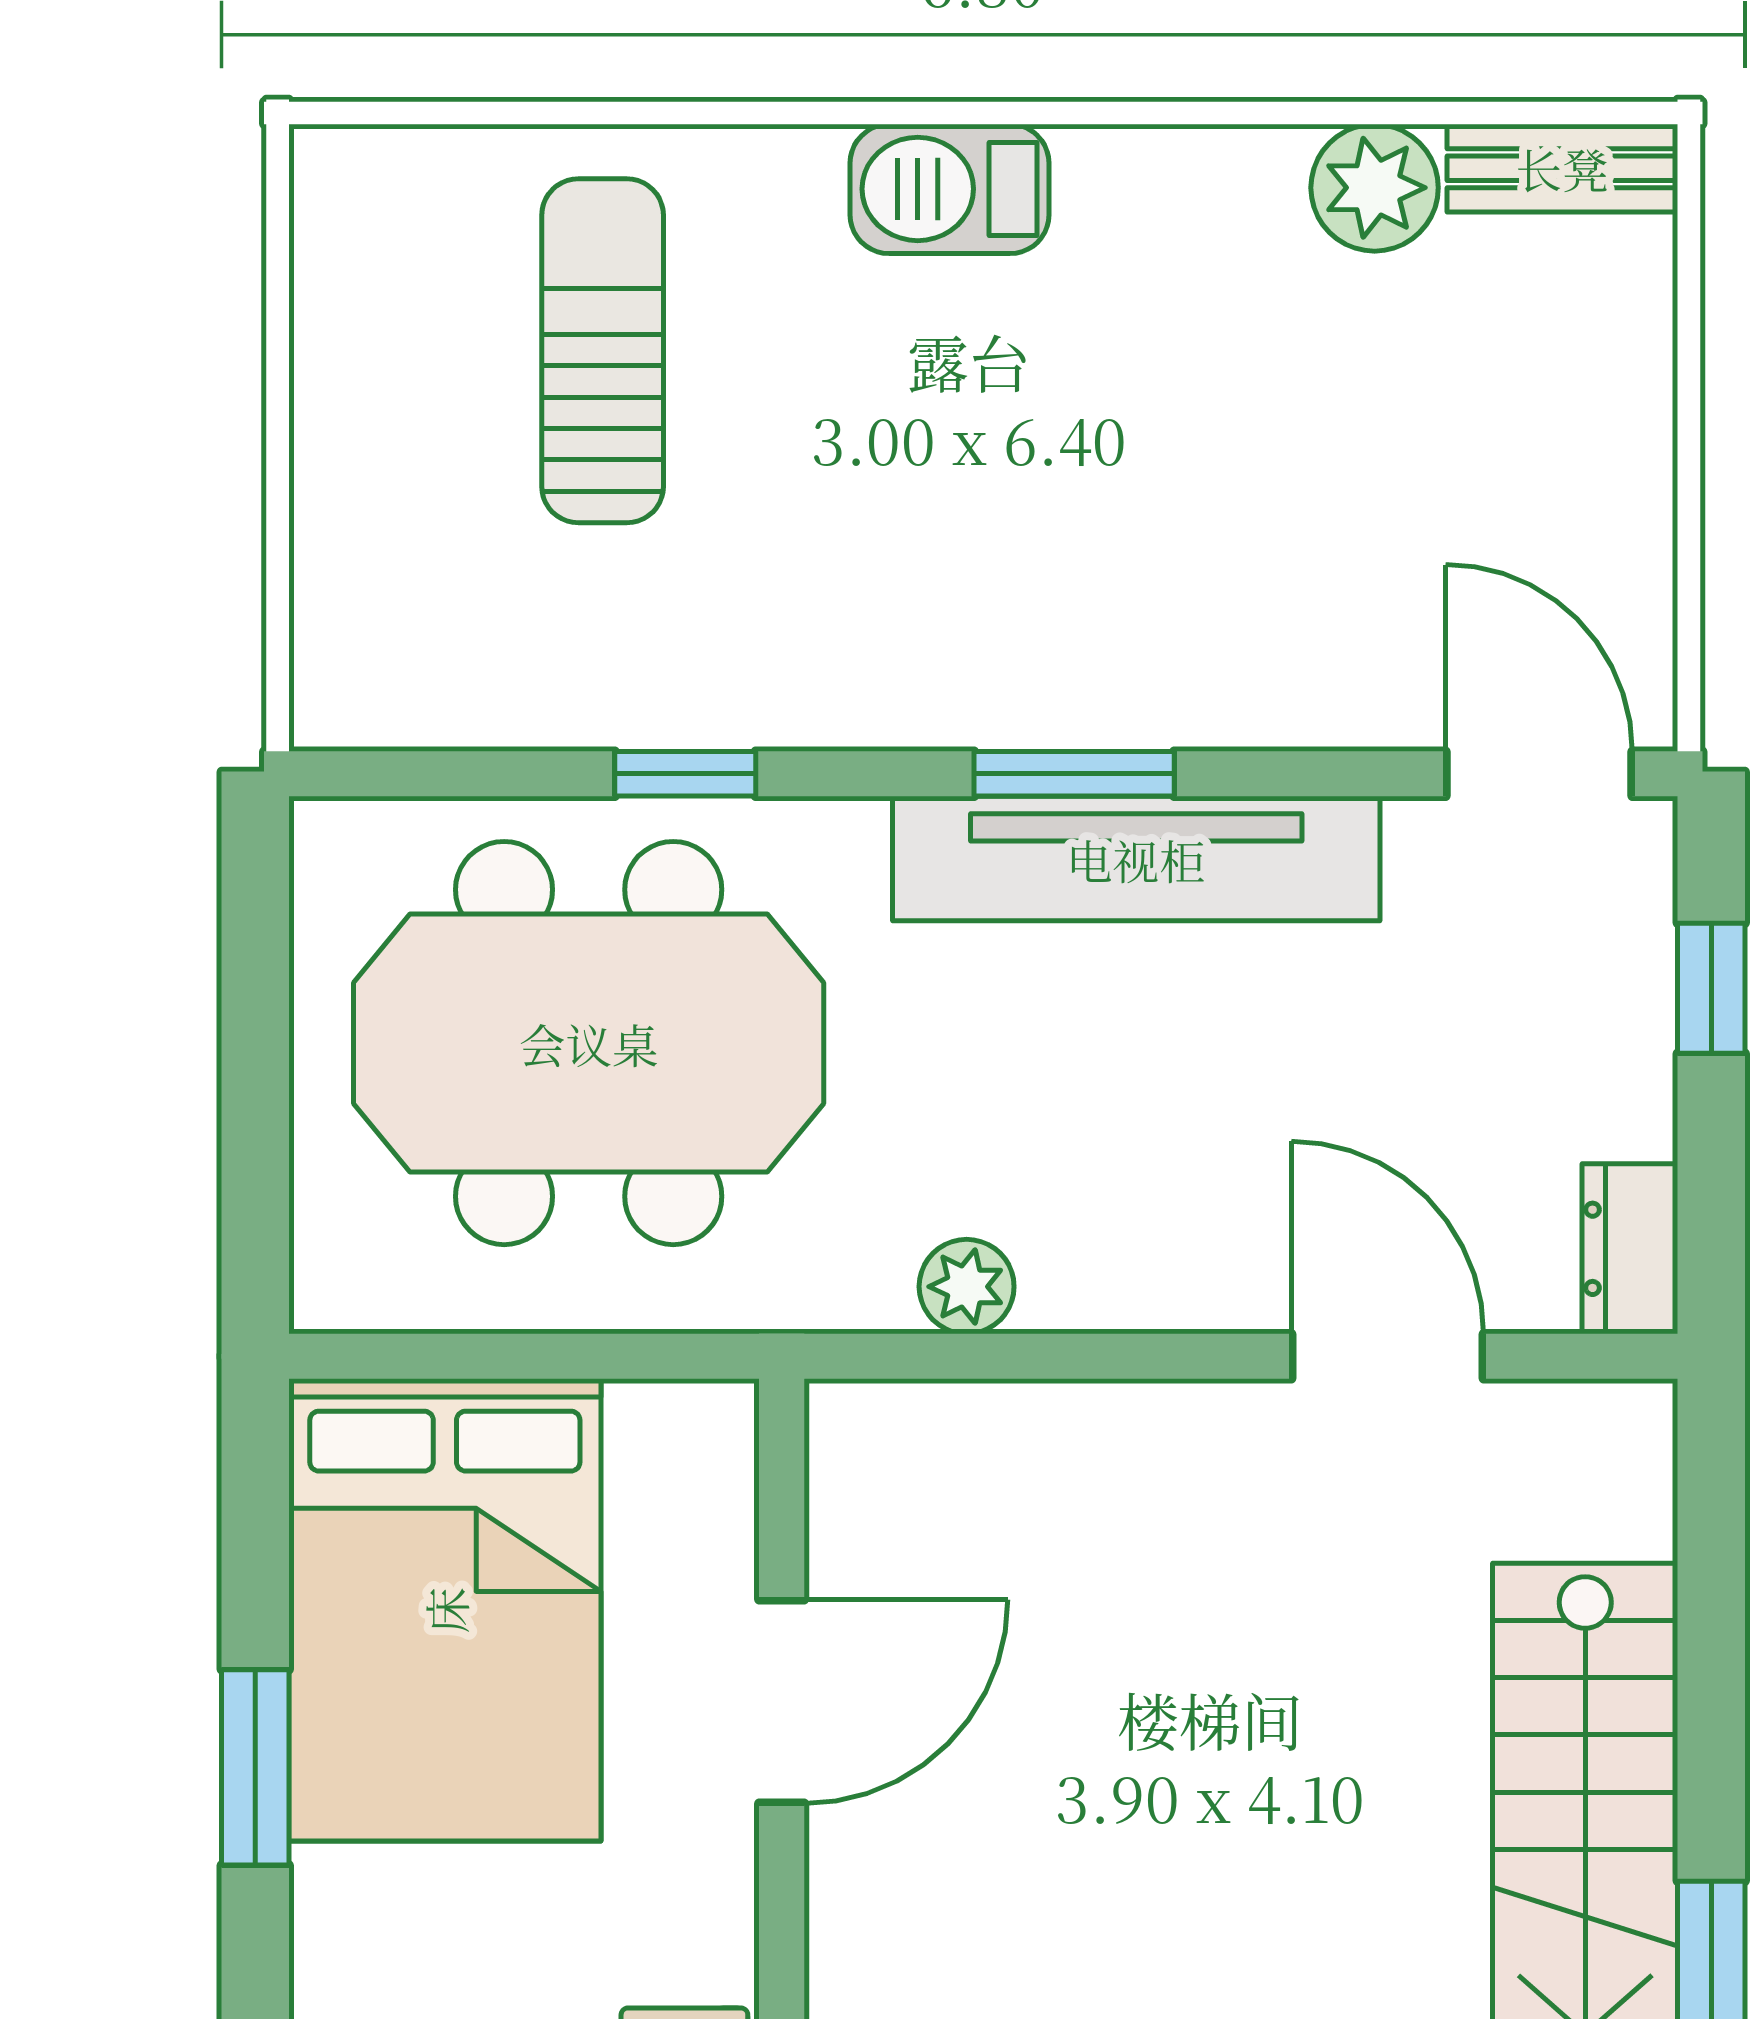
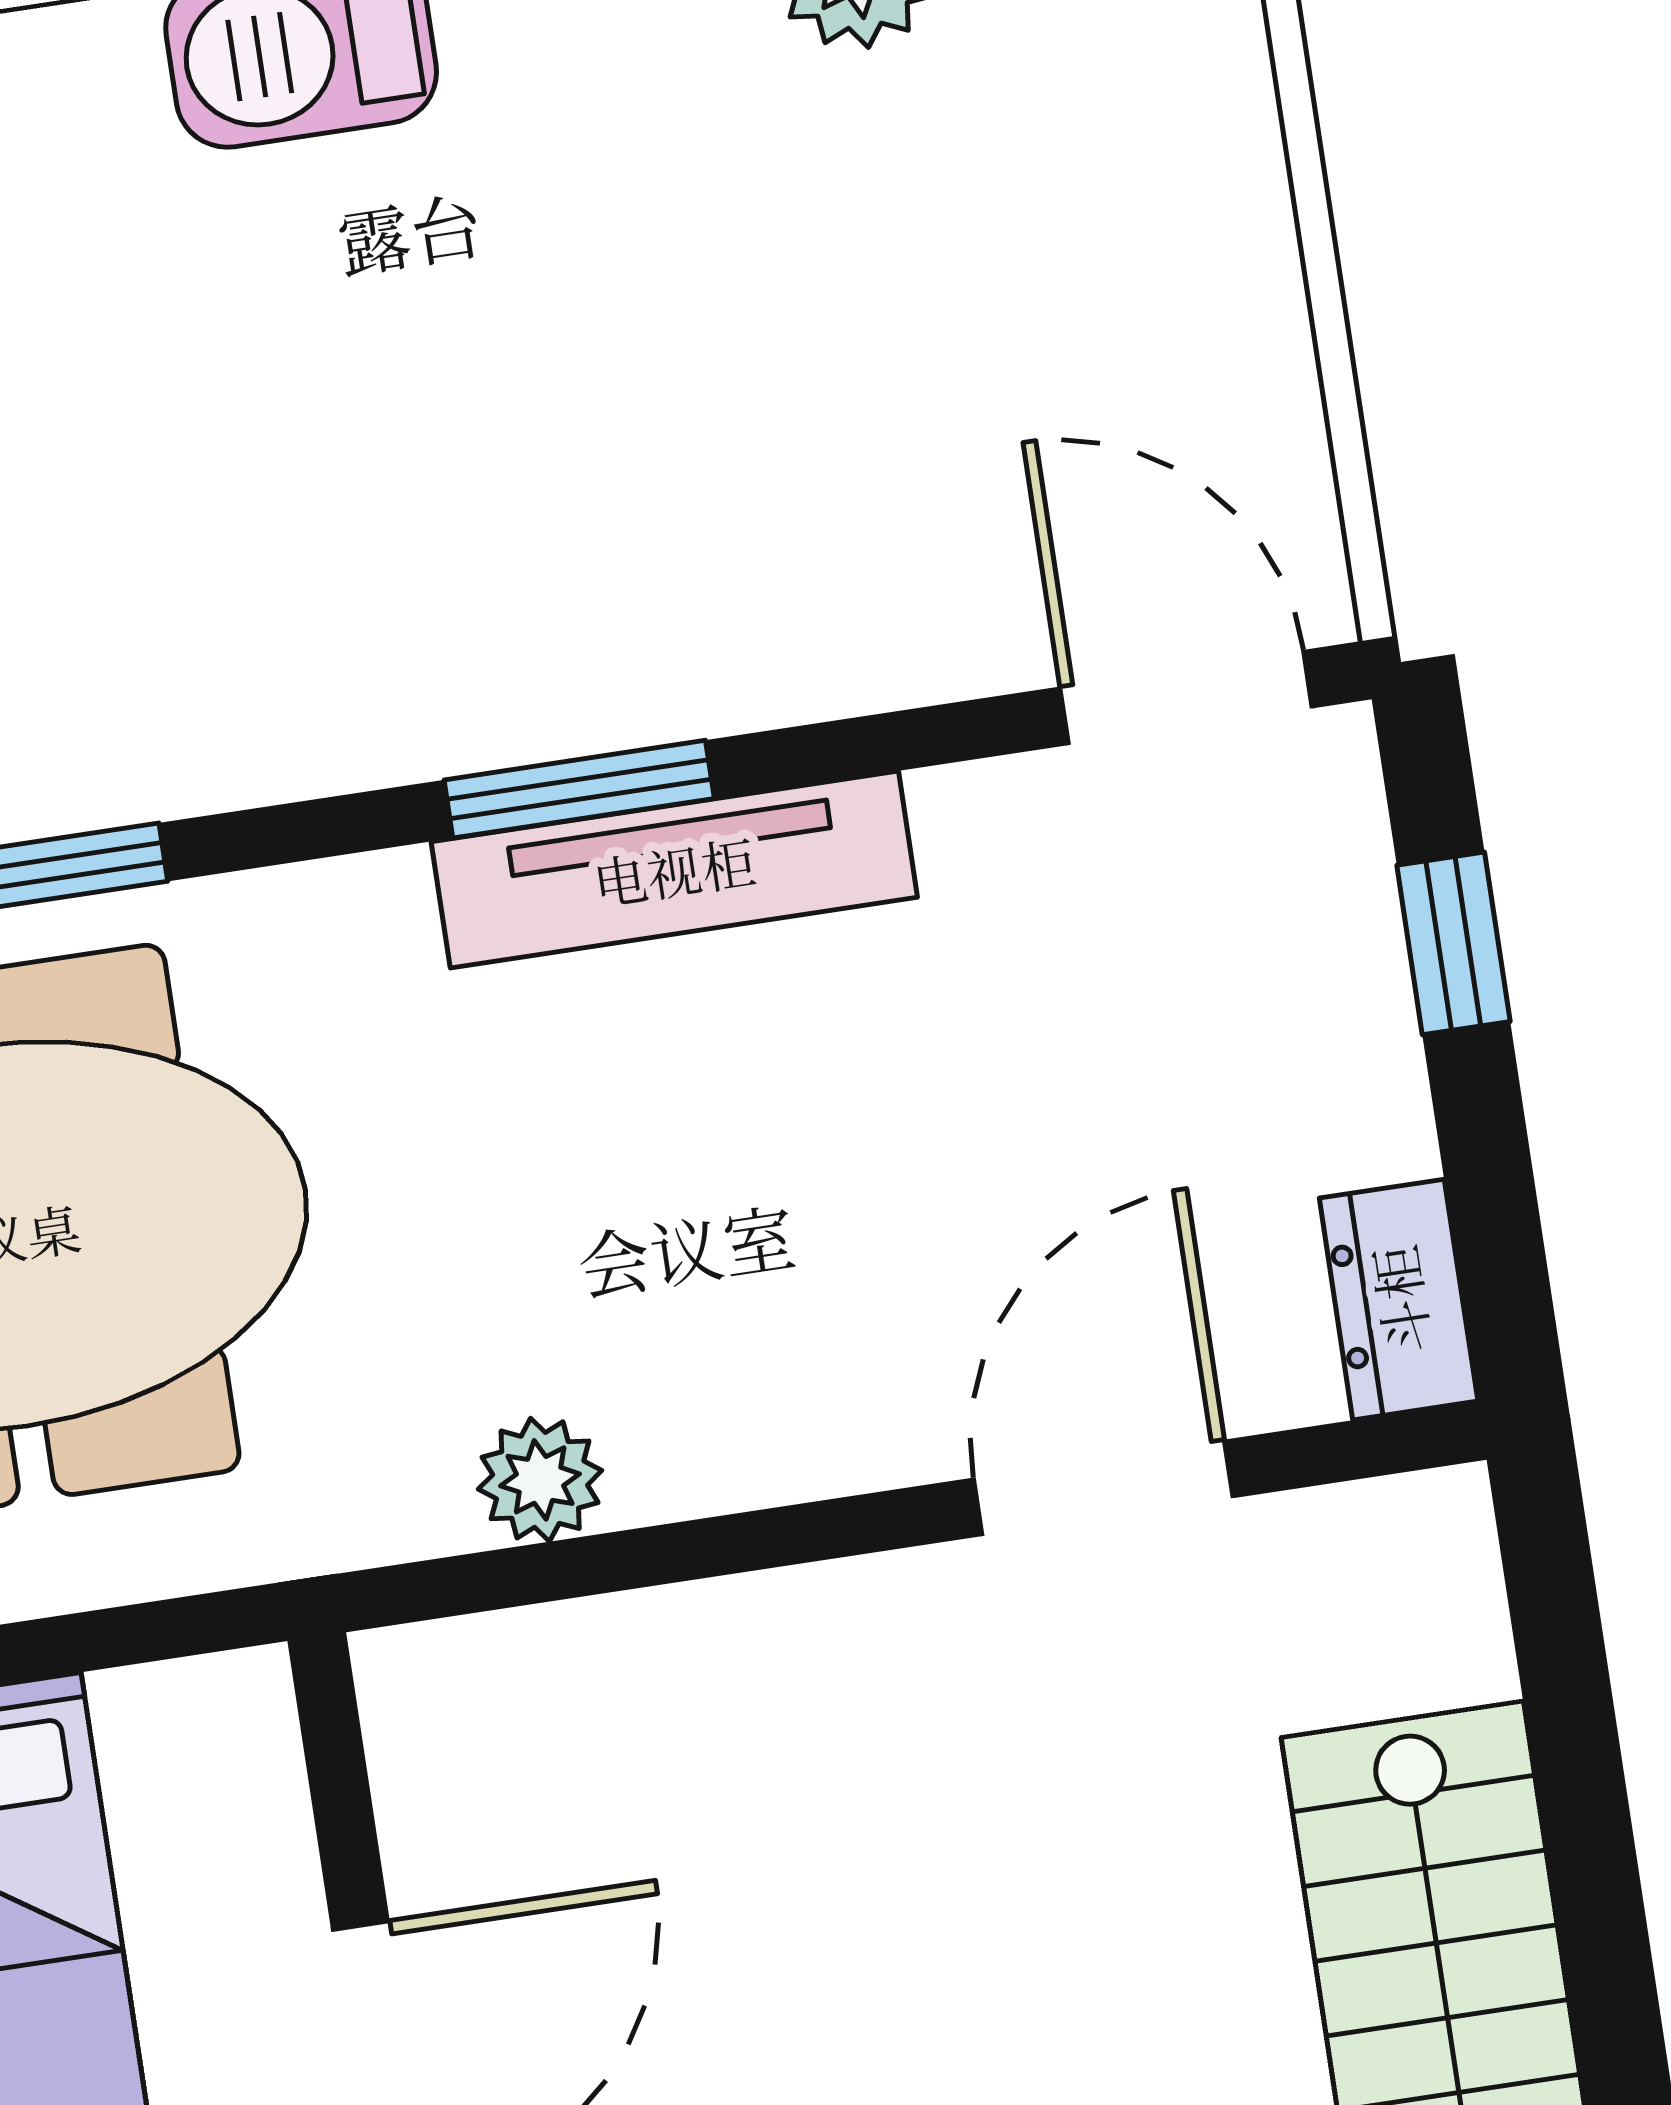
tv unit: (1136, 859) -> (674, 870), width x0.73, depth x0.78
door: (1387, 1356) -> (1103, 1488), hinge flipped

